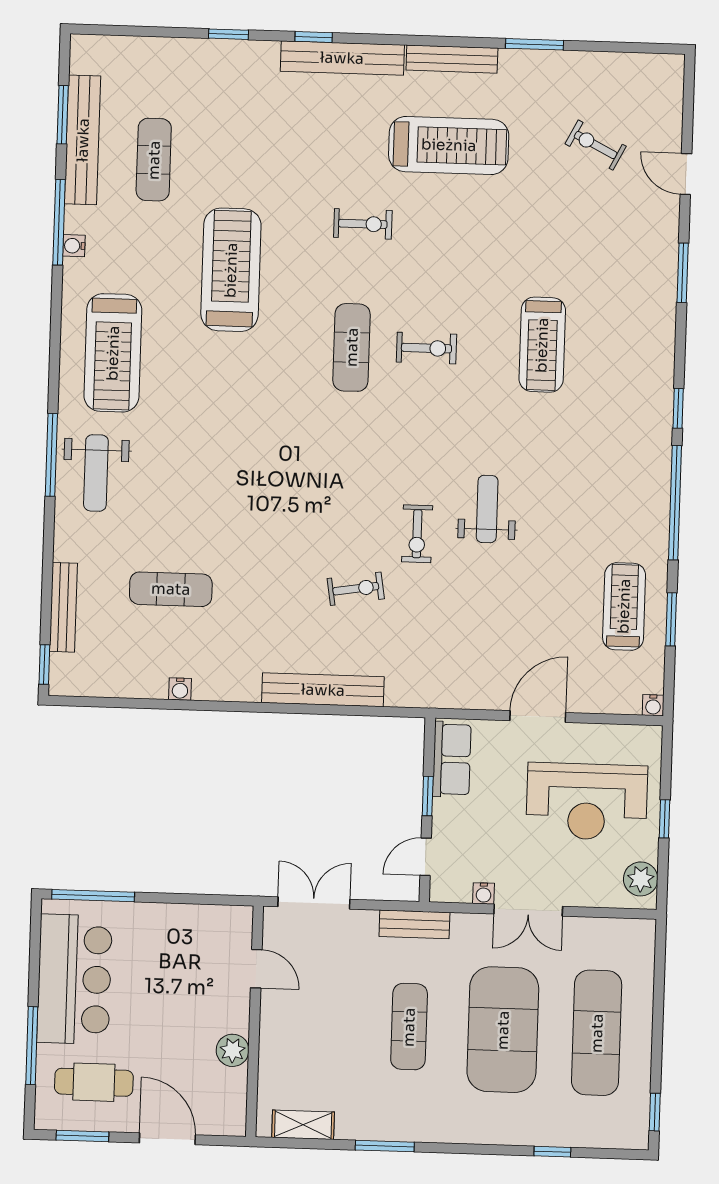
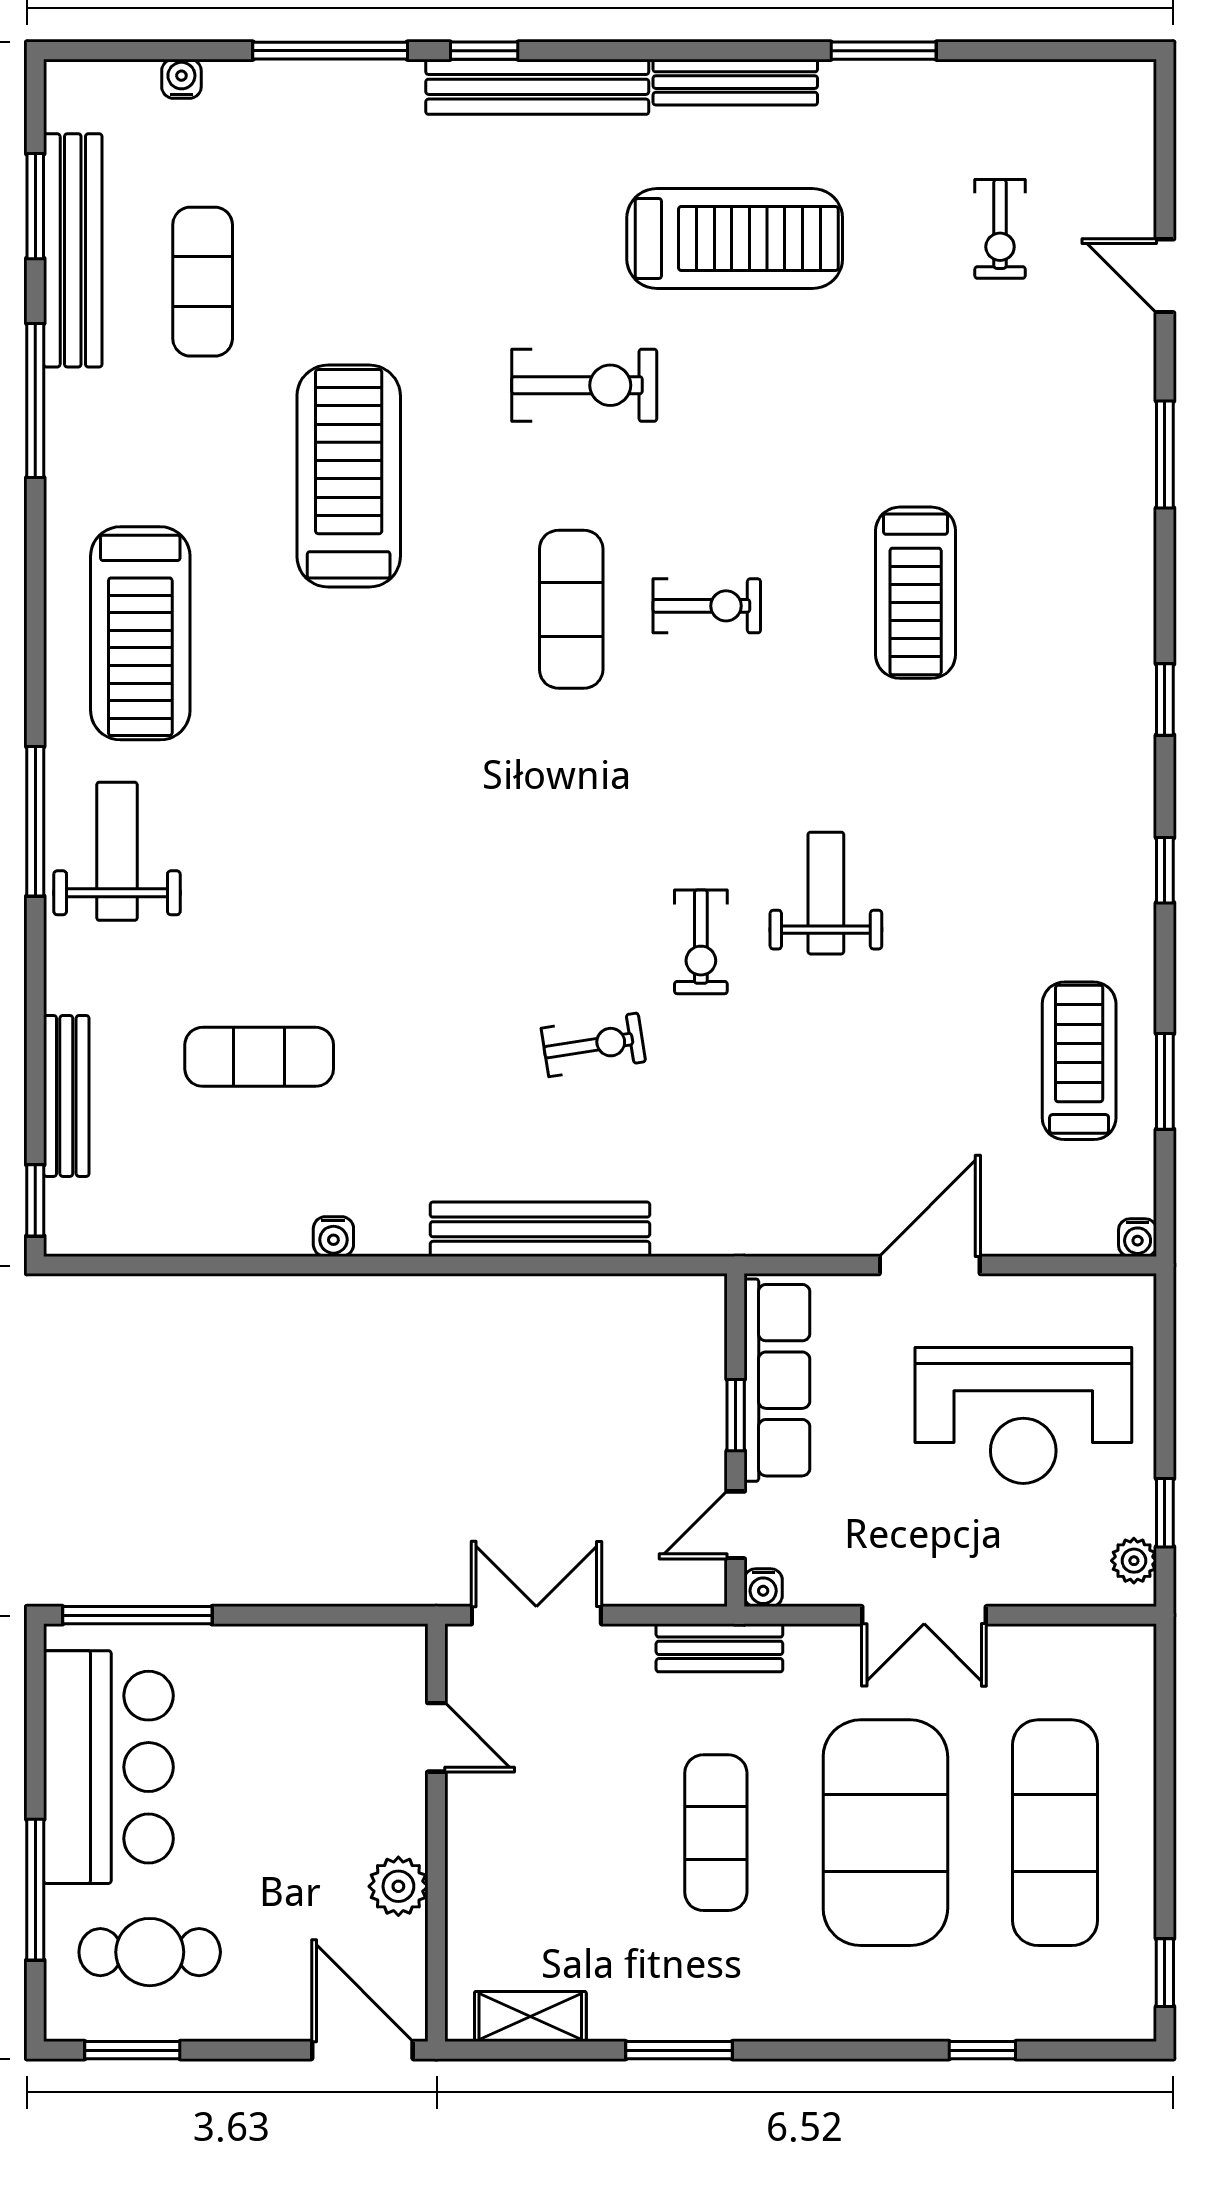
window: (228, 34) -> (330, 51), width x2.17
exercise bike: (596, 145) -> (1000, 229), turned -117
exercise bike: (363, 224) -> (584, 385), width x1.38, depth x1.39
water cooler: (74, 246) -> (181, 79), moved, turned 90
weight bench: (96, 473) -> (117, 851), turned 180
window: (675, 503) -> (1165, 870), width x0.32
water cooler: (180, 689) -> (333, 1237), moved
row of seats: (452, 759) -> (777, 1380), width x1.48
window: (665, 819) -> (1165, 1513), moved
plant: (641, 879) -> (1134, 1561), width x0.73, depth x0.73
water cooler: (484, 893) -> (763, 1588), moved
door: (167, 1139) -> (362, 2050), moved

